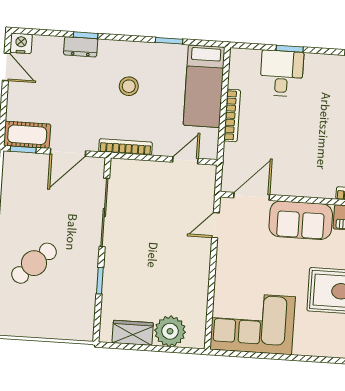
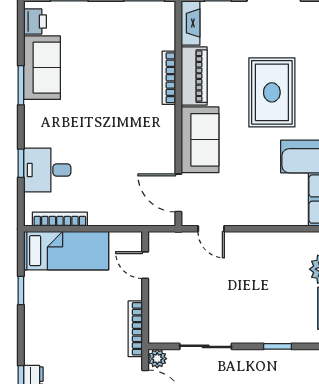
stool: (129, 86) -> (71, 330), removed
bookcase: (232, 115) -> (60, 219), moved
plant: (96, 166) -> (157, 359), added
sliding door: (104, 212) -> (206, 346), width x0.73

